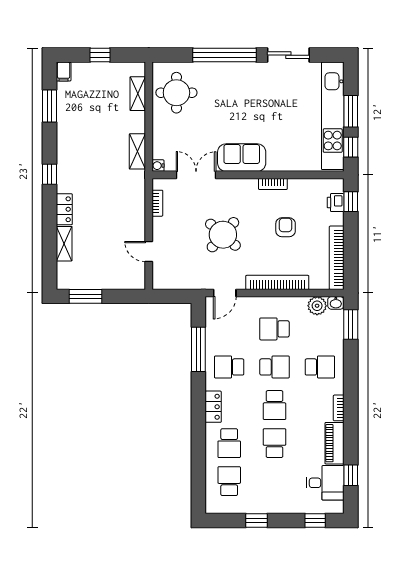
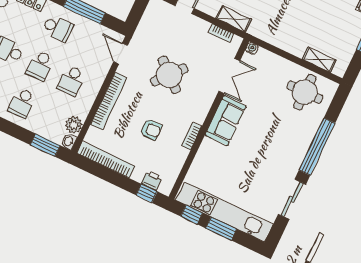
shelving: (137, 151) -> (234, 19), moved
school desk: (275, 329) -> (71, 81), turned 180
school desk: (229, 367) -> (58, 28), turned 90

